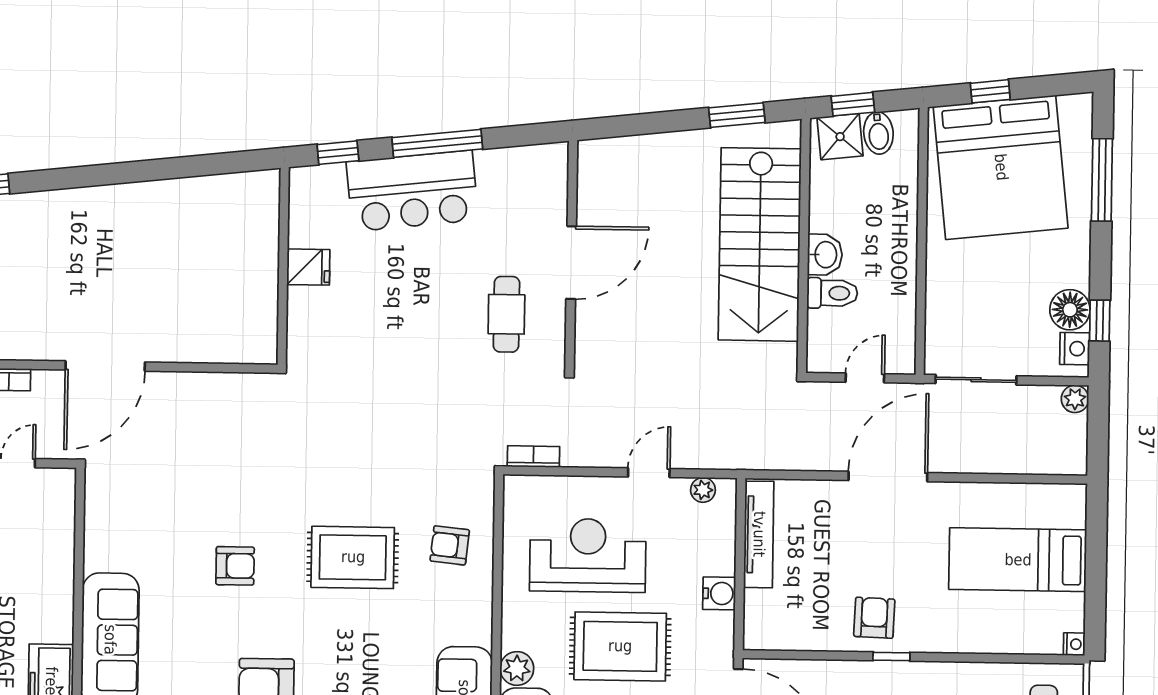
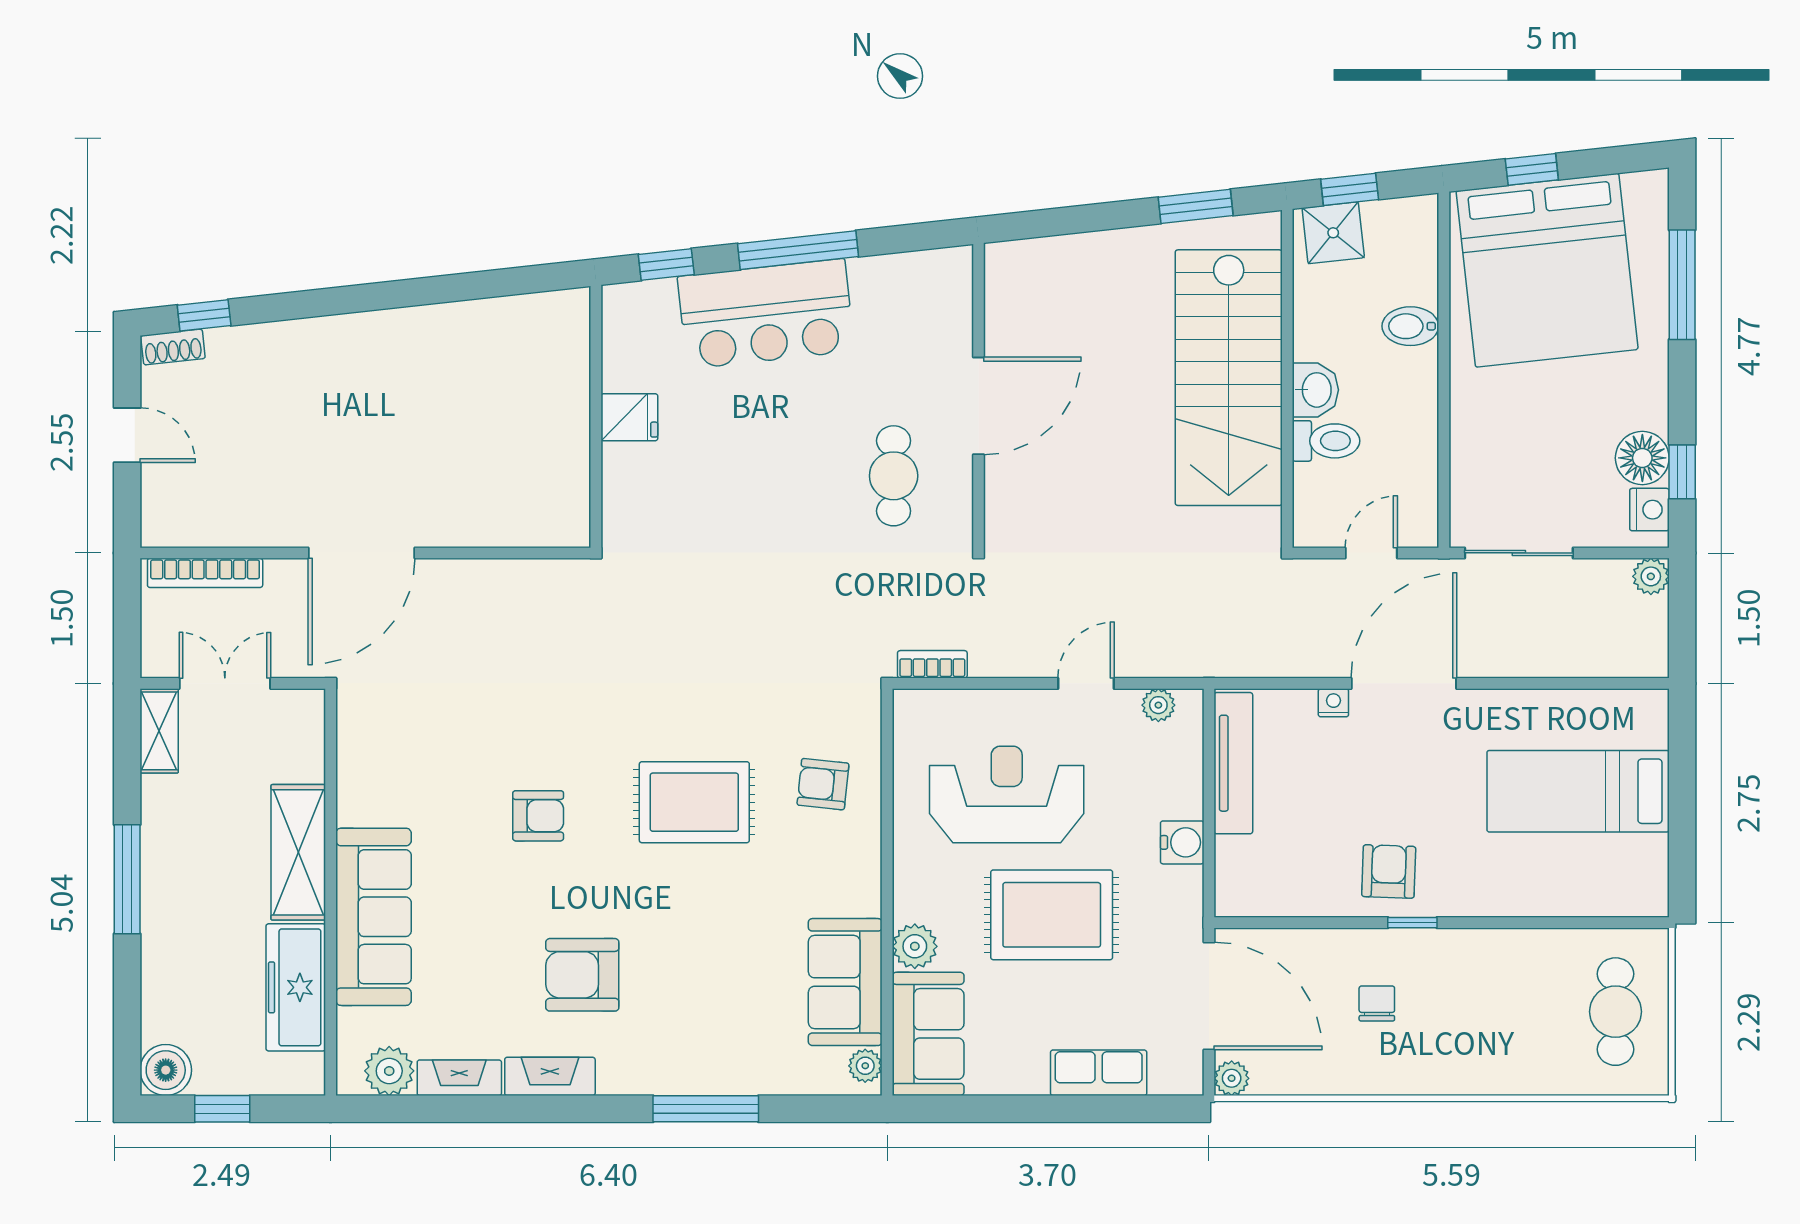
bidet: (878, 133) -> (1410, 326), moved, turned 96
shelving: (54, 590) -> (298, 852), added
nightstand: (1074, 644) -> (1333, 703), moved, turned -90

